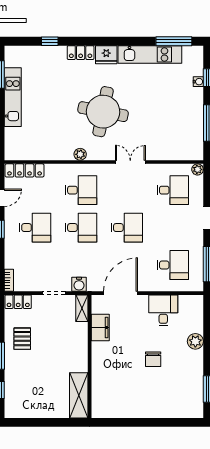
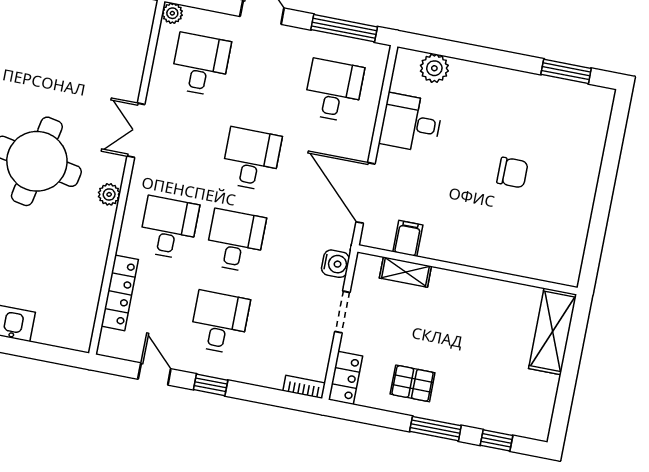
plant: (80, 154) -> (109, 194), moved
locker: (25, 170) -> (120, 293), moved
shelving: (82, 308) -> (405, 272), moved
filing cabinet: (100, 327) -> (408, 238), width x0.50
plant: (195, 341) -> (434, 68), moved
chair: (153, 359) -> (512, 172), moved
shelving: (79, 395) -> (553, 331), moved, turned 90

